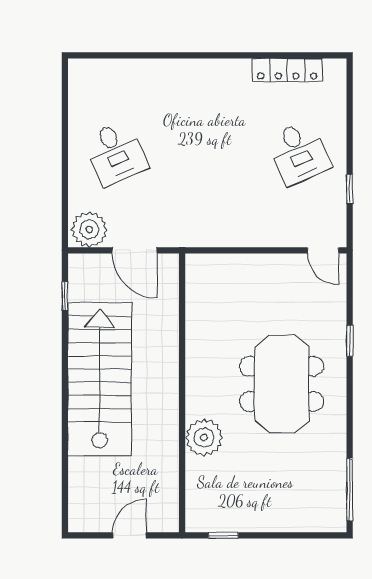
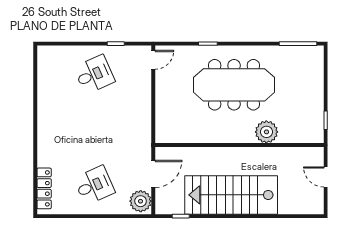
locker: (287, 70) -> (44, 188), moved
meeting table: (282, 384) -> (234, 85), width x1.36

